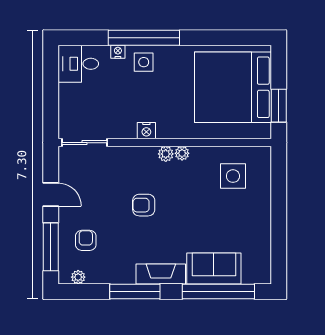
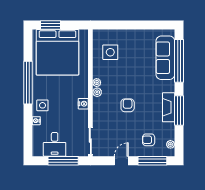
window: (144, 38) -> (28, 83), moved
desk: (78, 64) -> (55, 144), moved
window: (51, 97) -> (63, 161), added
window: (279, 106) -> (50, 25), moved
armchair: (144, 205) -> (128, 105), turned 180
sofa: (214, 268) -> (165, 58), width x1.36
fireplace: (161, 274) -> (169, 107), moved

